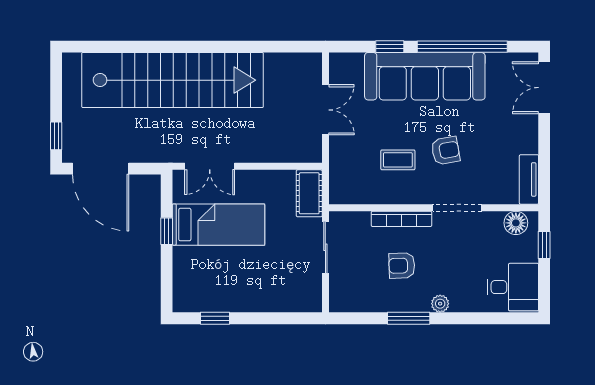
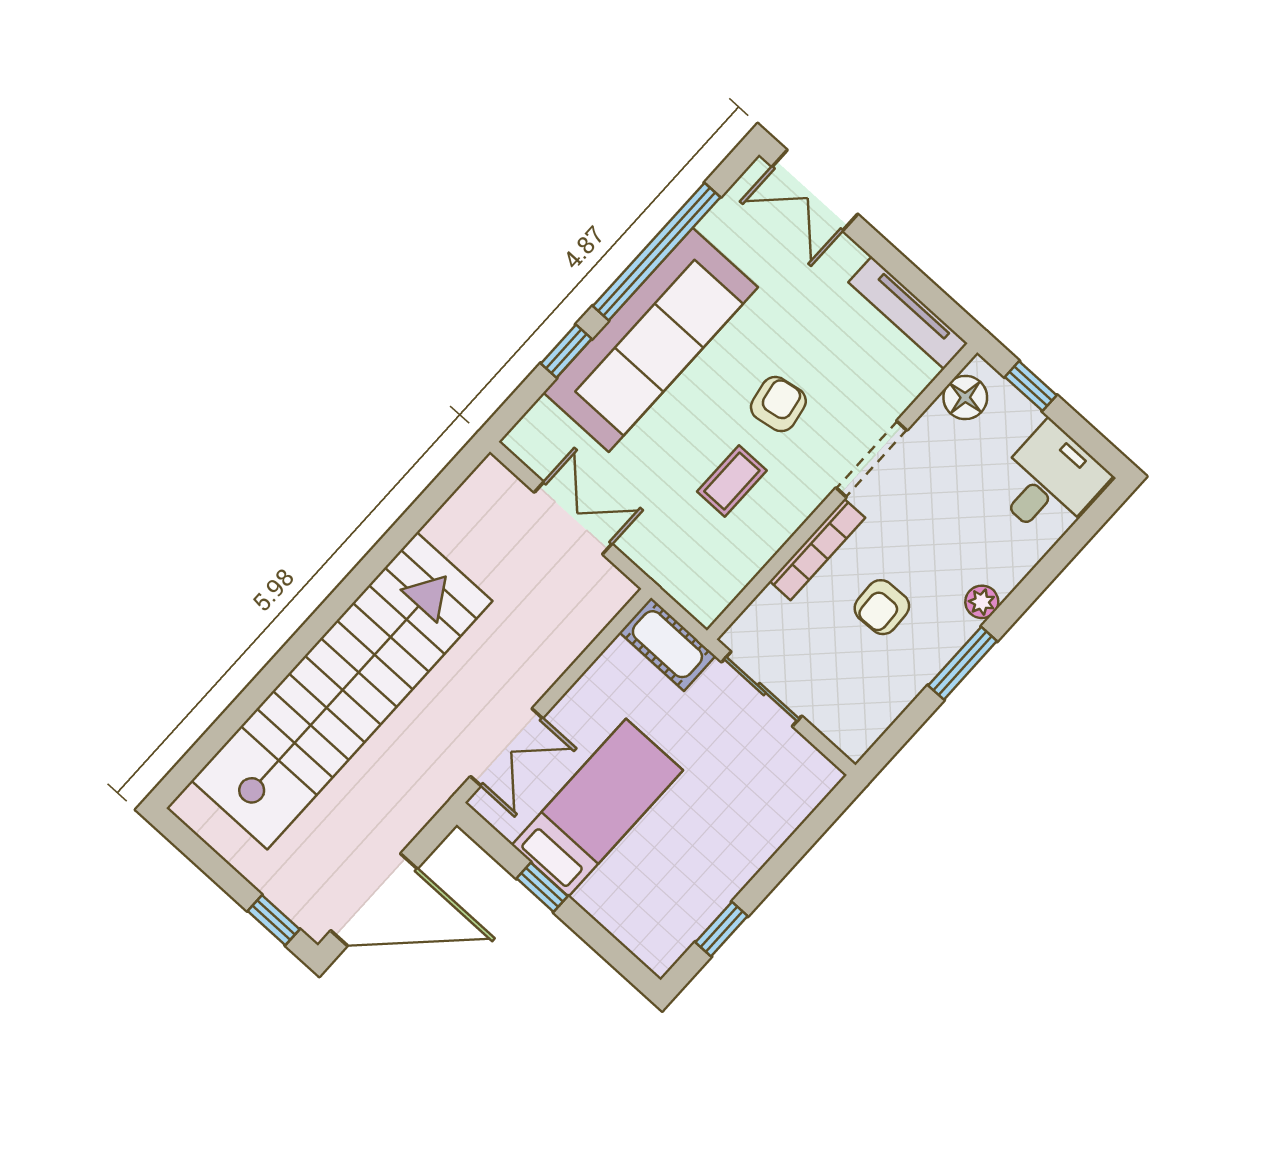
tv unit: (529, 179) -> (908, 313), width x1.41

